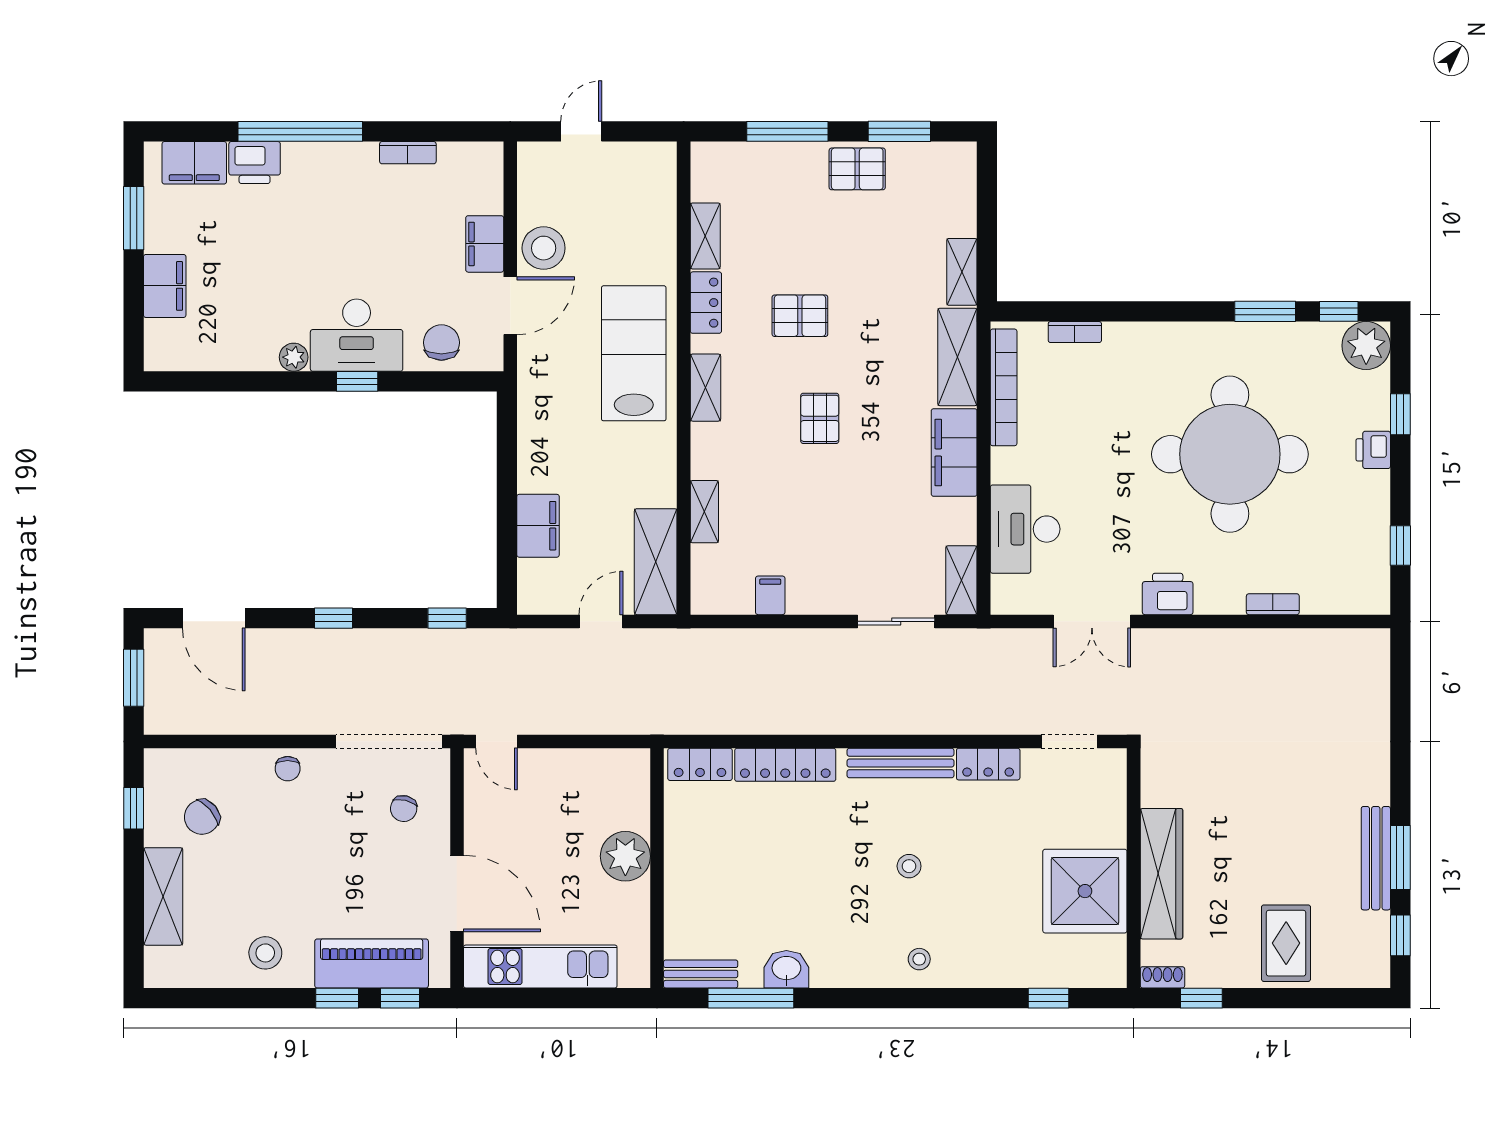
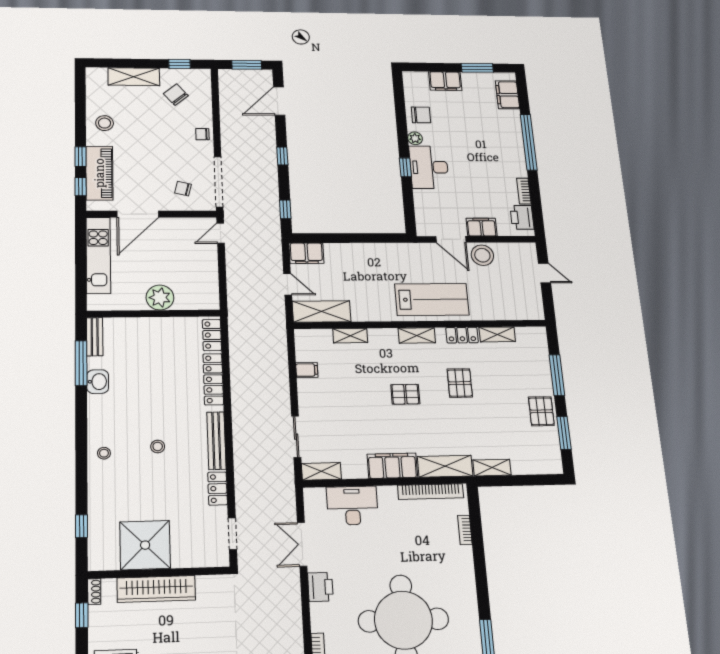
printer: (255, 163) -> (522, 217), moved
chair: (441, 343) -> (421, 115), moved
filing cabinet: (538, 526) -> (306, 253), moved

